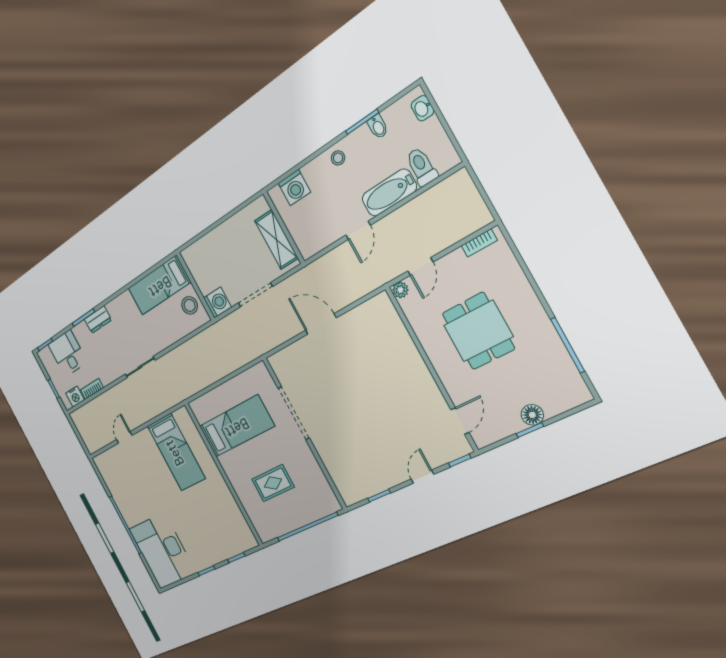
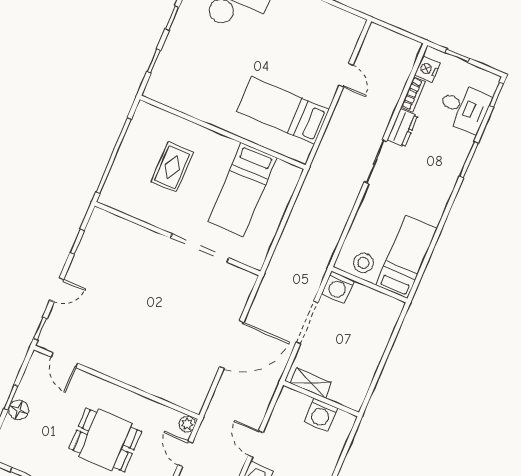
washing machine: (294, 188) -> (321, 415), moved, turned -90
shelving: (276, 240) -> (311, 383), width x0.67, depth x0.75
dresser: (98, 320) -> (402, 128), moved, turned 180
door: (321, 324) -> (232, 345), width x1.36
door: (422, 477) -> (57, 290), hinge flipped

